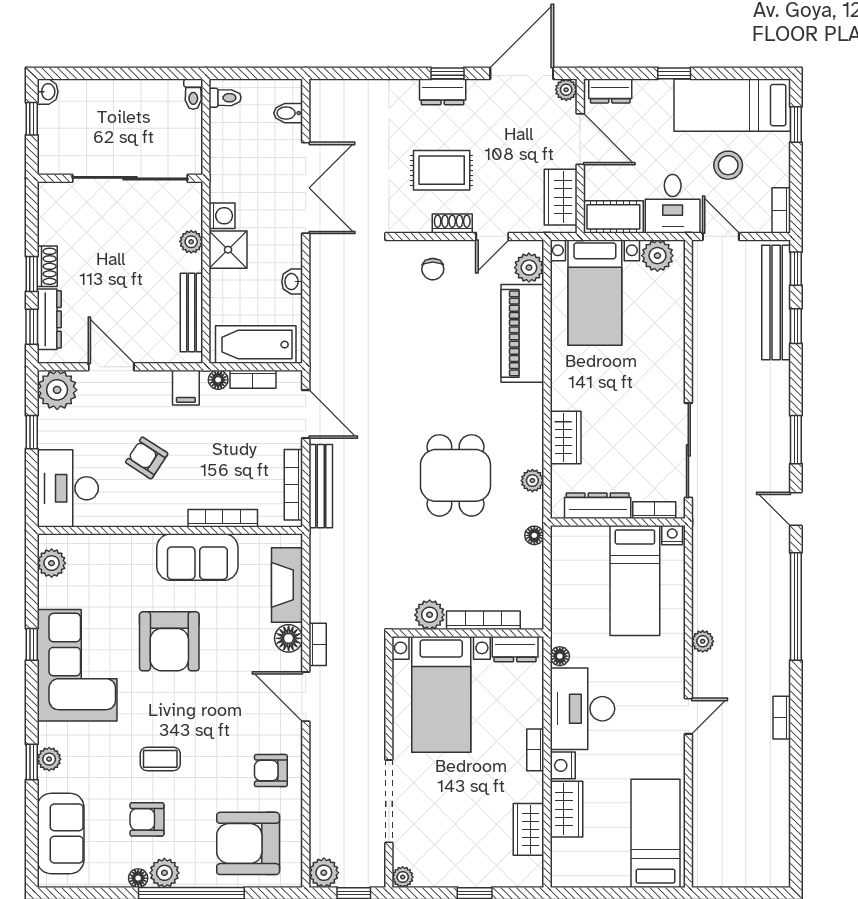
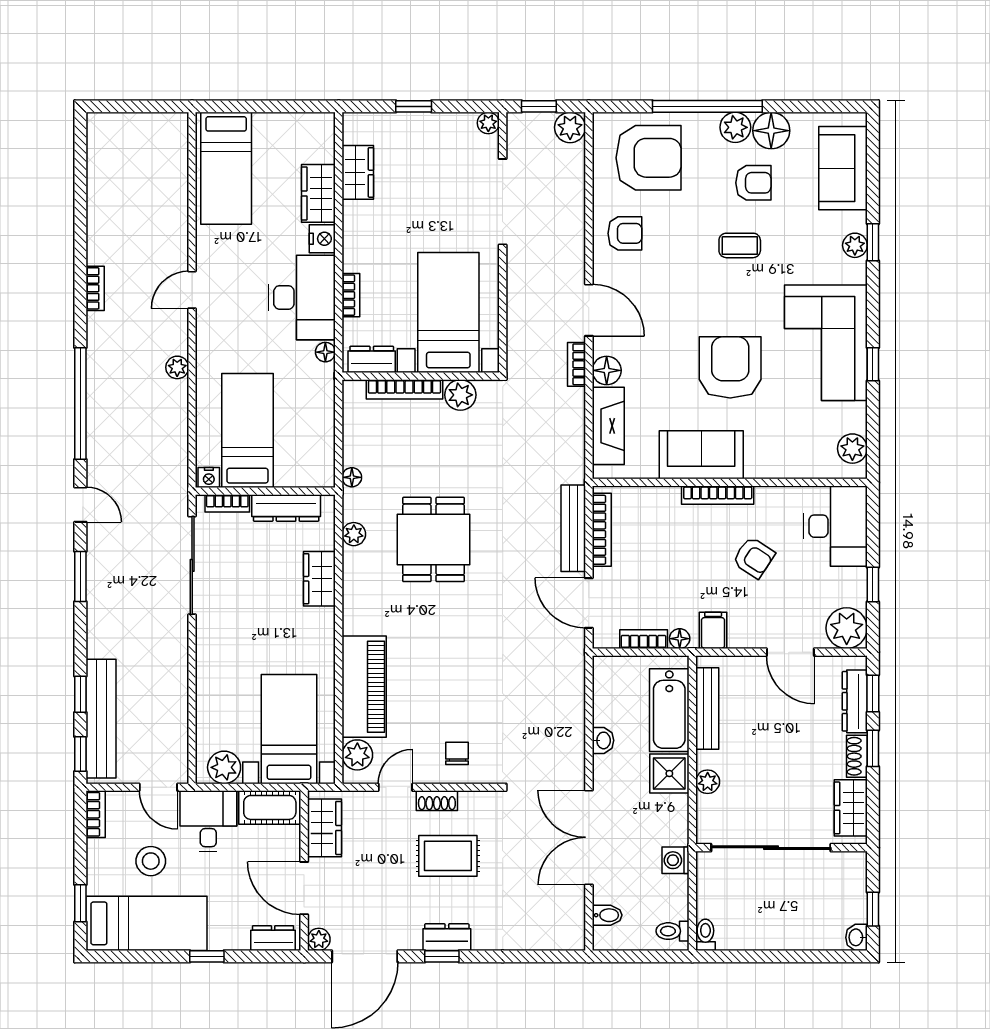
washing machine: (222, 216) -> (676, 860), moved
wardrobe: (53, 217) -> (851, 808), added
bathtub: (256, 345) -> (669, 710), moved, turned 90
bookcase: (223, 518) -> (718, 495), moved
bookcase: (535, 750) -> (351, 295), moved
floor lamp: (138, 878) -> (771, 131), width x1.89, depth x1.89

